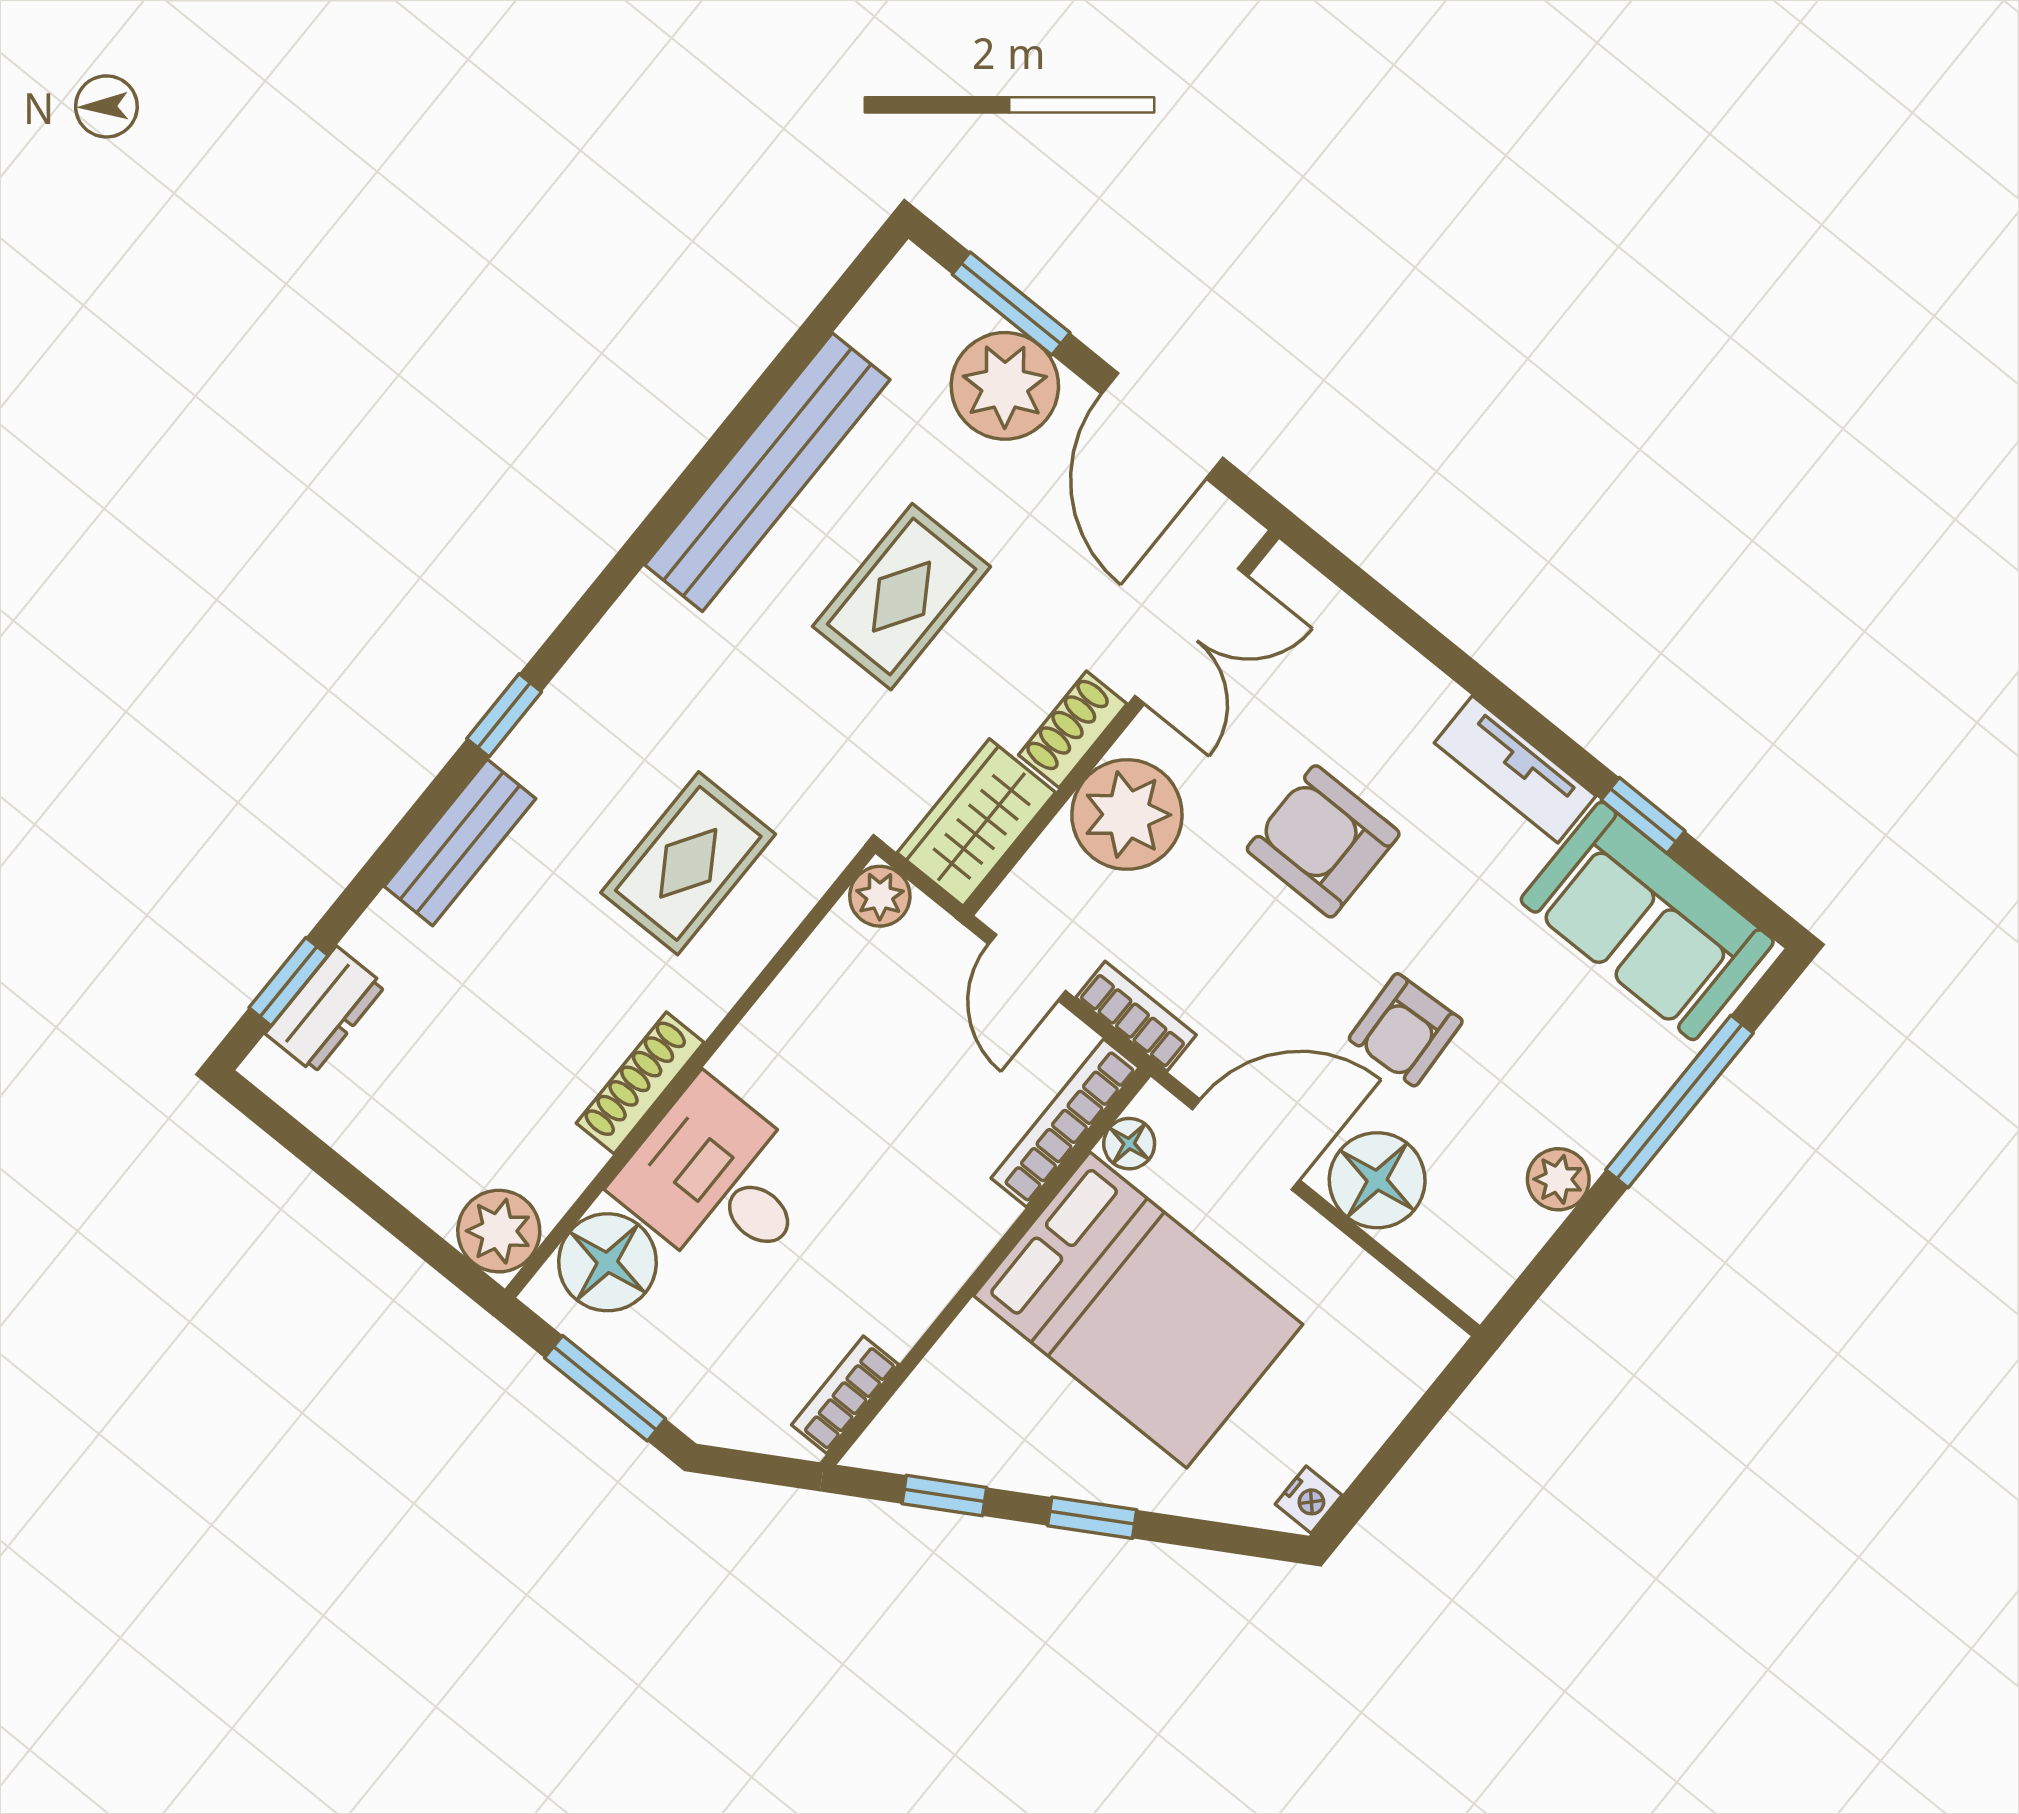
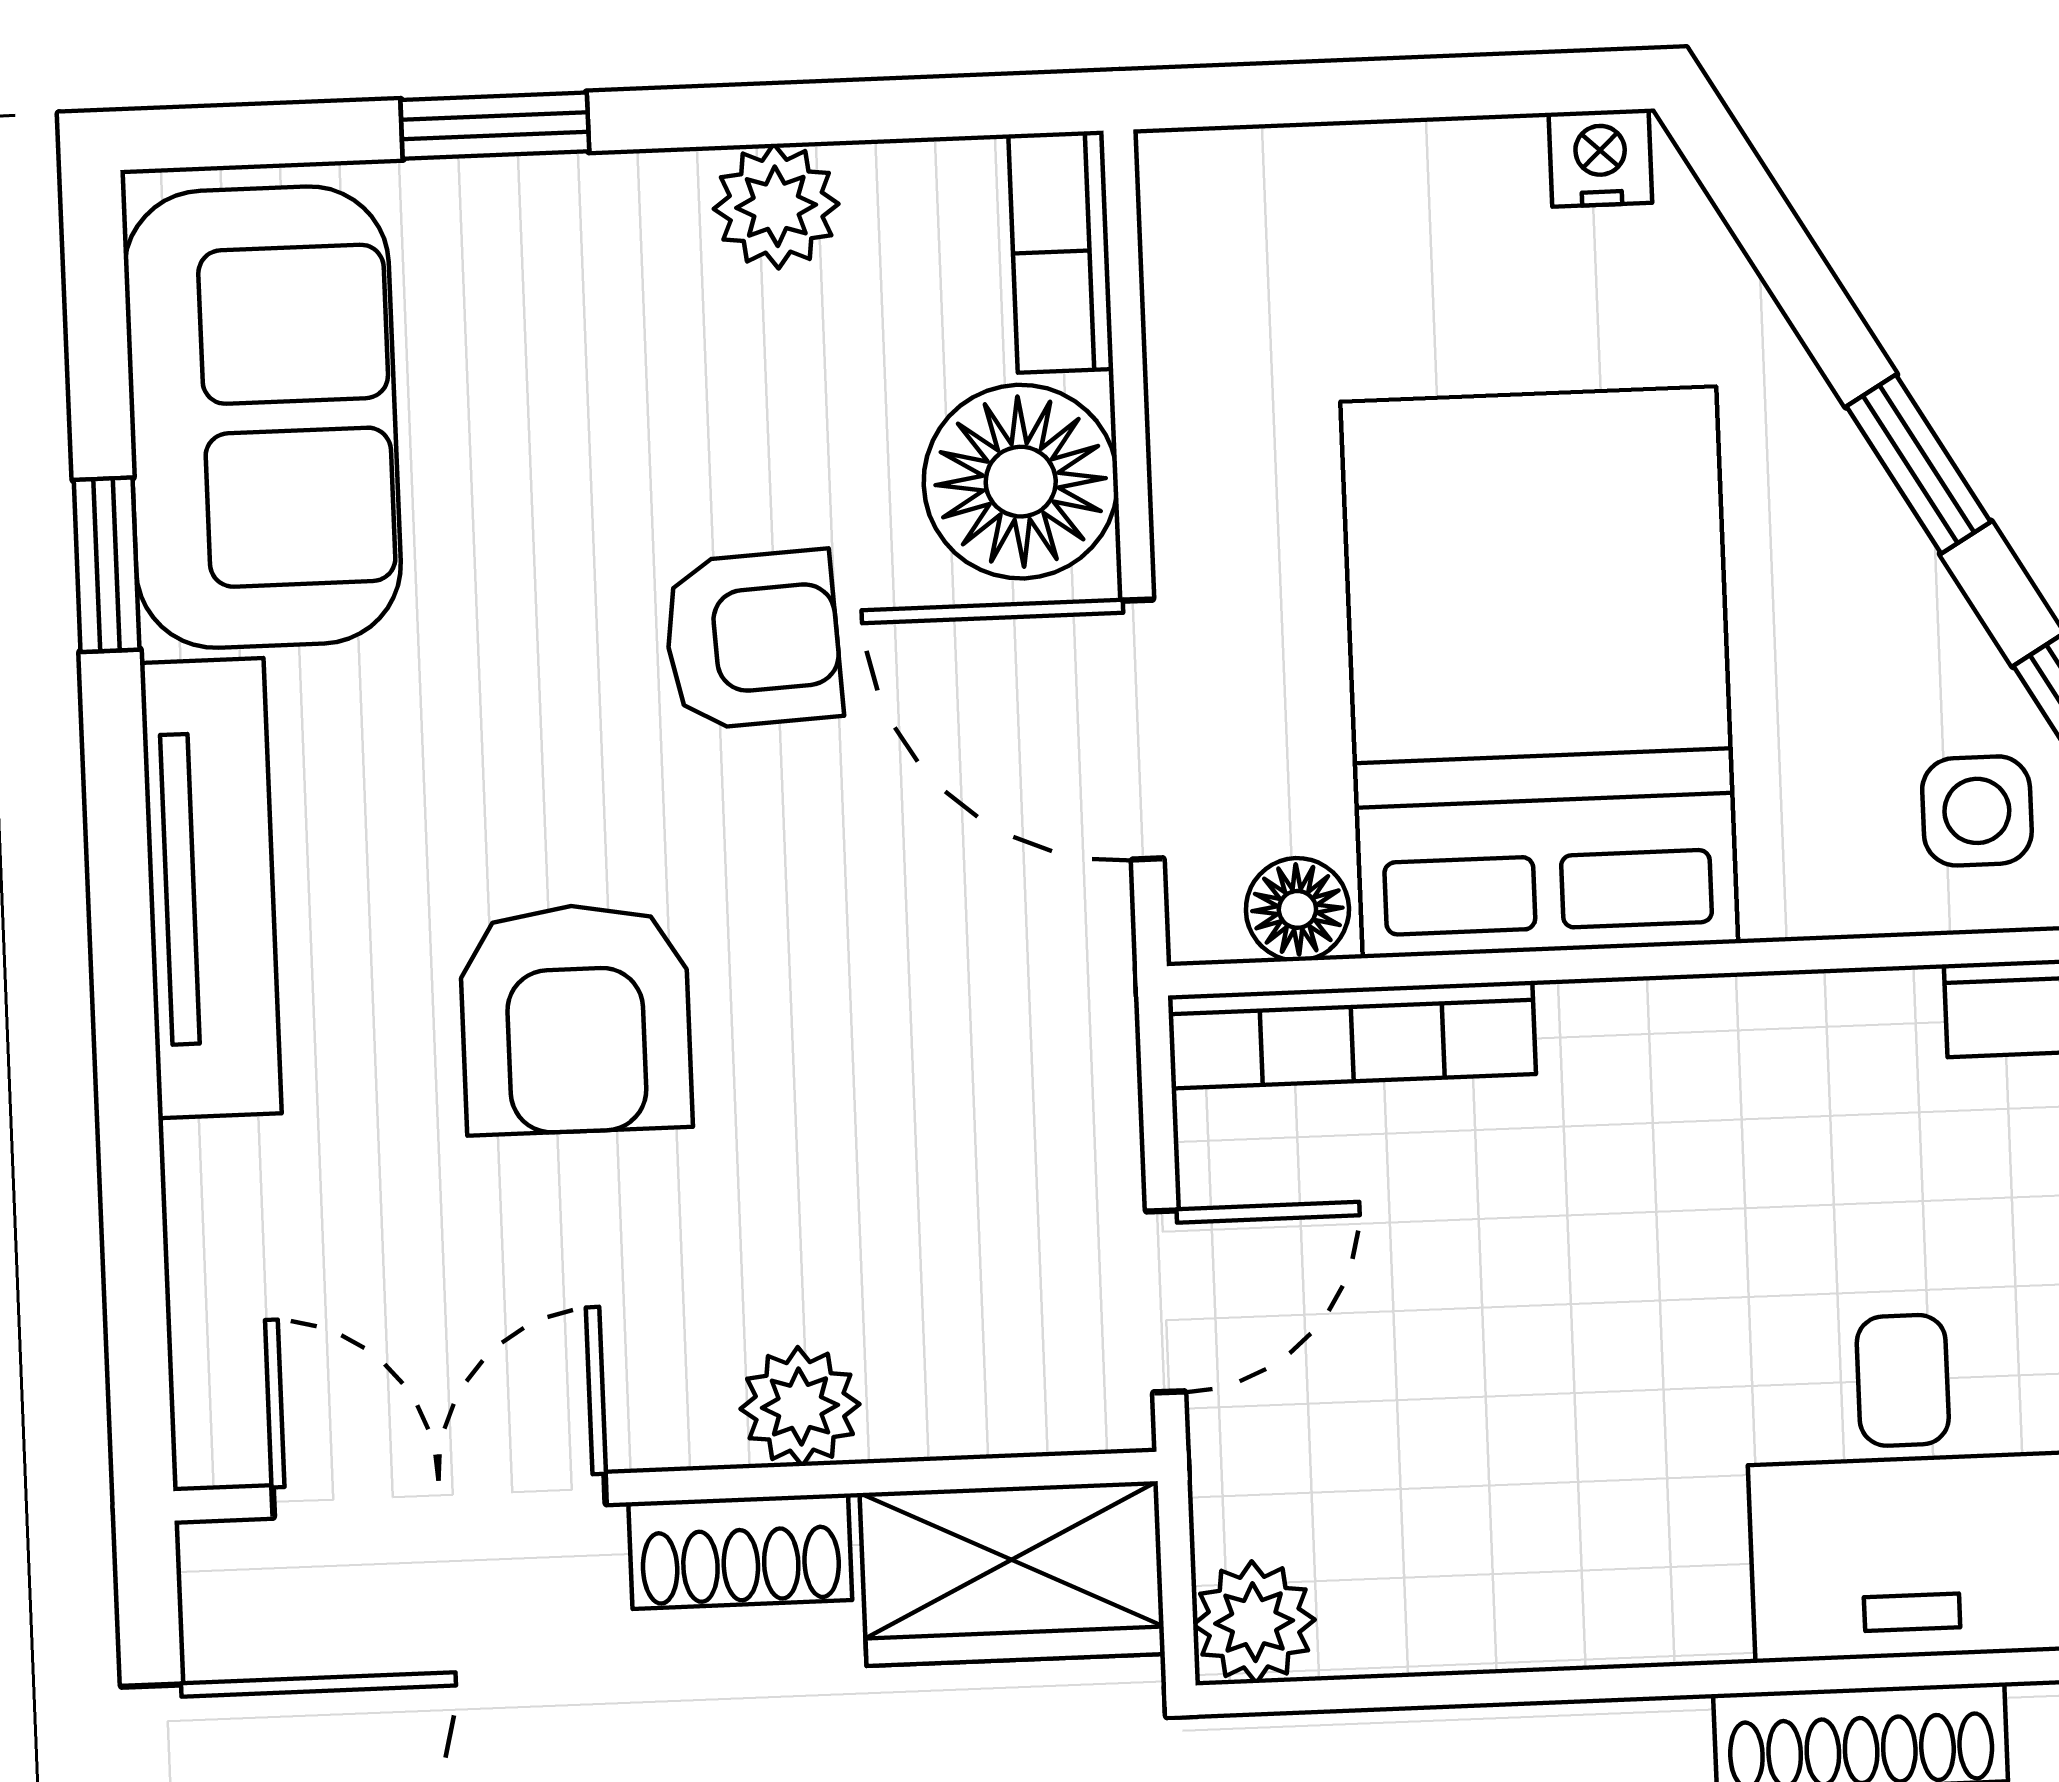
tv unit: (1515, 769) -> (211, 888), width x1.41
plant: (1127, 815) -> (800, 1406), width x0.53, depth x0.53
bookcase: (1136, 1016) -> (1061, 252), moved
window: (1679, 1101) -> (495, 126), width x0.46
side table: (945, 1427) -> (1977, 811), added

